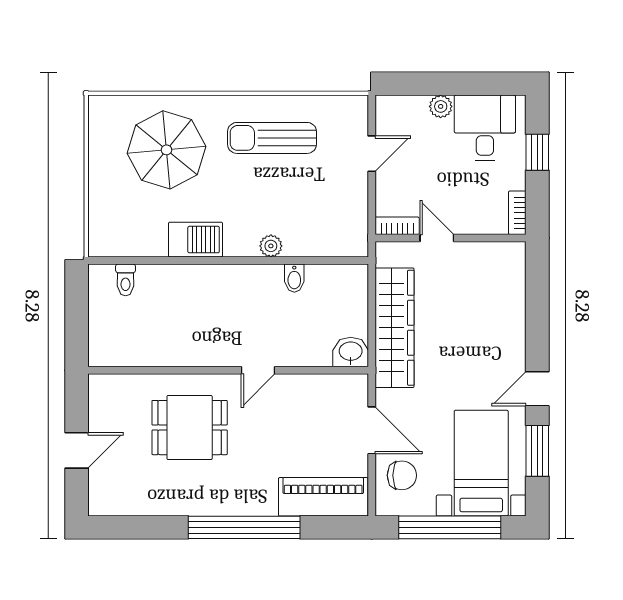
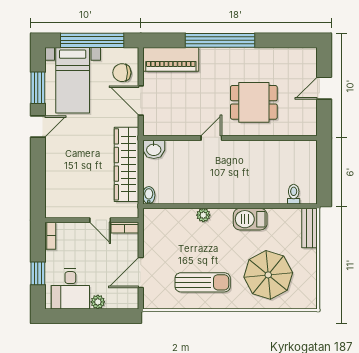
door: (372, 154) -> (141, 273), width x1.37
bench: (100, 225) -> (309, 228), added
bidet: (294, 278) -> (149, 195), moved

